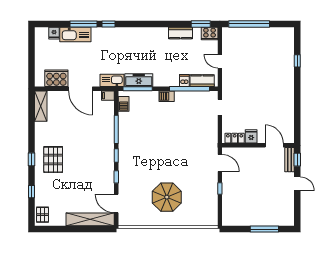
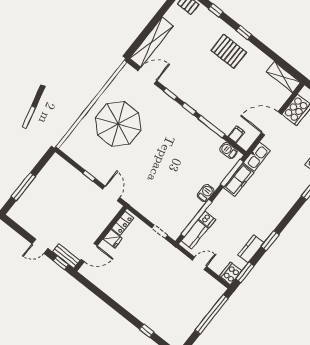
window: (164, 24) -> (270, 241), added
filing cabinet: (108, 96) -> (236, 134), moved
door: (220, 163) -> (111, 193), swing flipped
parasol: (167, 197) -> (118, 124), width x1.36, depth x1.36

